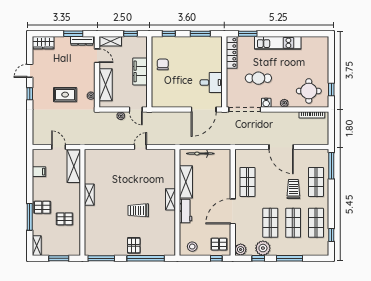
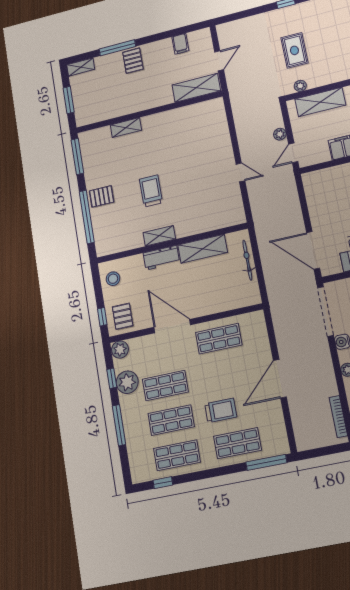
shelving: (89, 195) -> (126, 128), moved
shelving: (170, 199) -> (159, 236), moved
pallet: (65, 219) -> (122, 94), removed

